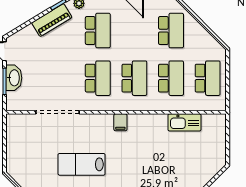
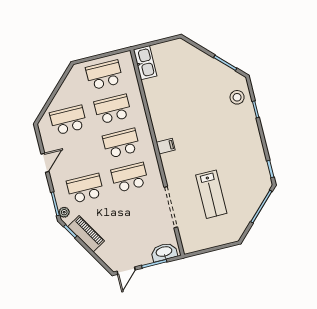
washbasin: (14, 78) -> (164, 252), moved
kitchen sink: (184, 122) -> (145, 63), moved
lab bench: (82, 164) -> (211, 194), moved

